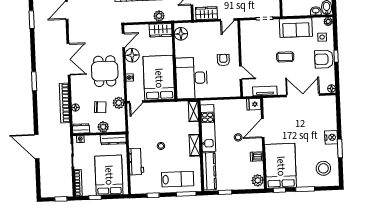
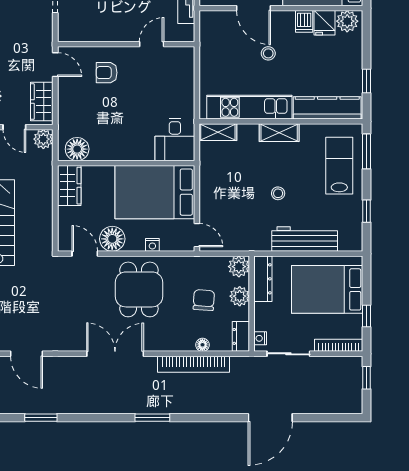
plant: (159, 16) -> (43, 139), moved
armchair: (223, 60) -> (107, 73), moved
dining table: (105, 71) -> (139, 289), turned 90
desk: (192, 78) -> (175, 139), width x0.53, depth x0.77
plant: (119, 103) -> (239, 267), moved
fridge: (254, 104) -> (325, 23), moved
workbench: (136, 162) -> (305, 239), width x1.37

